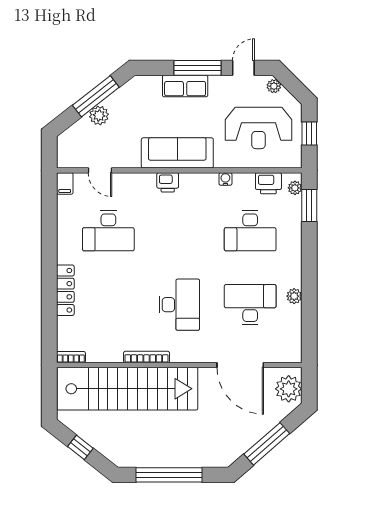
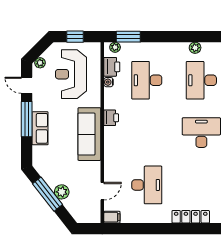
reception desk: (258, 128) -> (71, 74), turned 180
water cooler: (225, 179) -> (109, 82), moved
printer: (168, 182) -> (111, 118), moved
desk: (250, 231) -> (147, 80), turned 180

